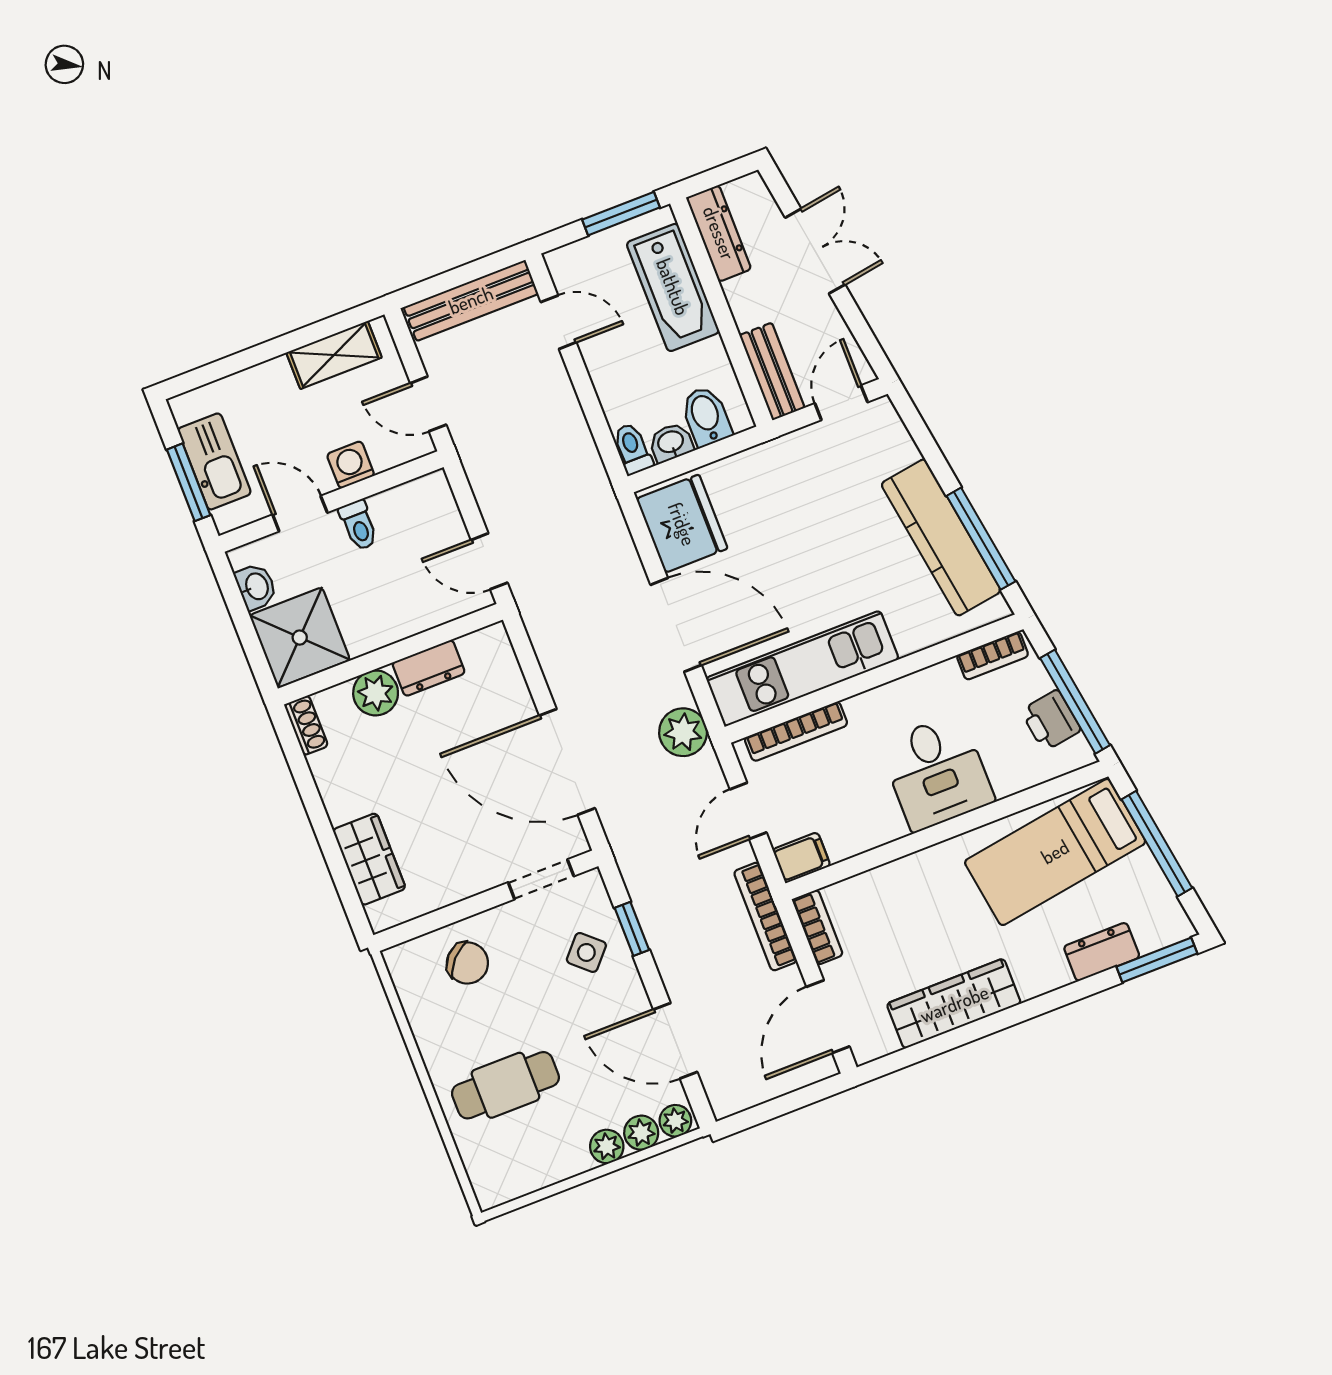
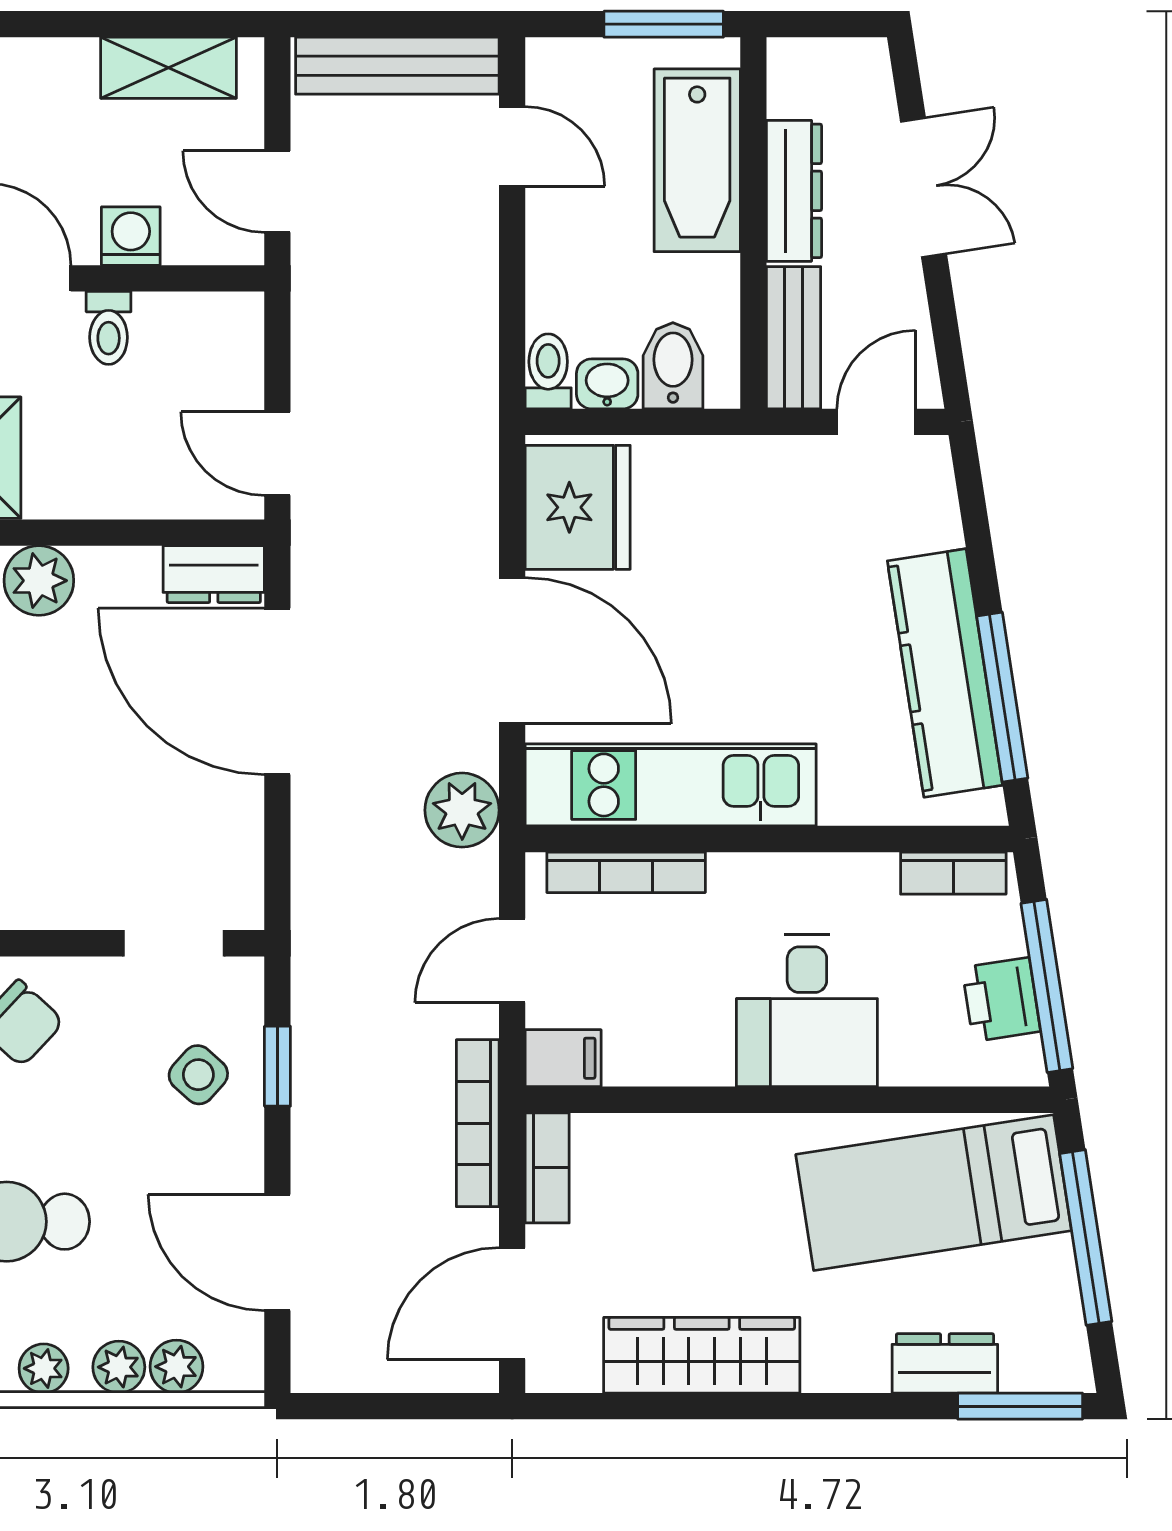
dresser: (719, 233) -> (794, 191), moved
dresser: (429, 668) -> (214, 574), moved
door: (567, 762) -> (277, 691), moved
plant: (675, 1121) -> (44, 1368), moved

